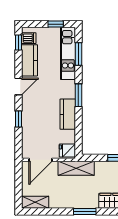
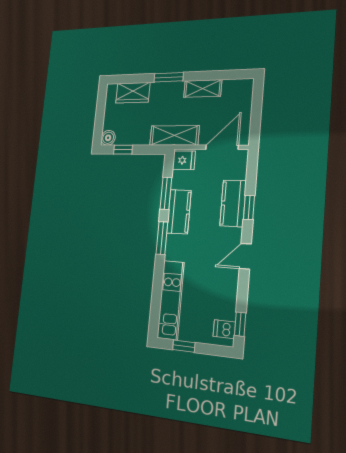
window: (78, 54) -> (166, 193), moved
kitchen counter: (30, 60) -> (233, 203), moved
shelving: (35, 202) -> (203, 88), moved

